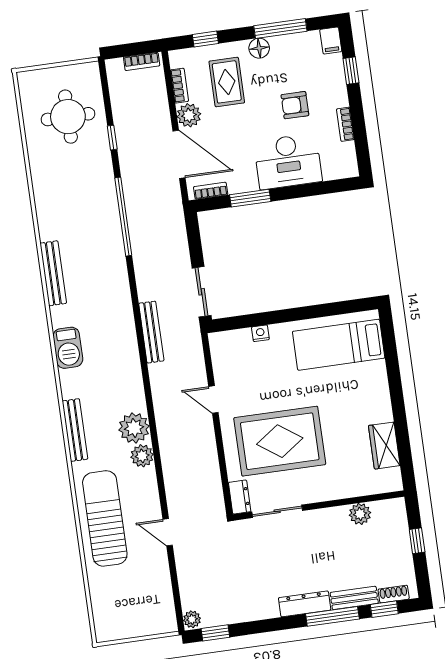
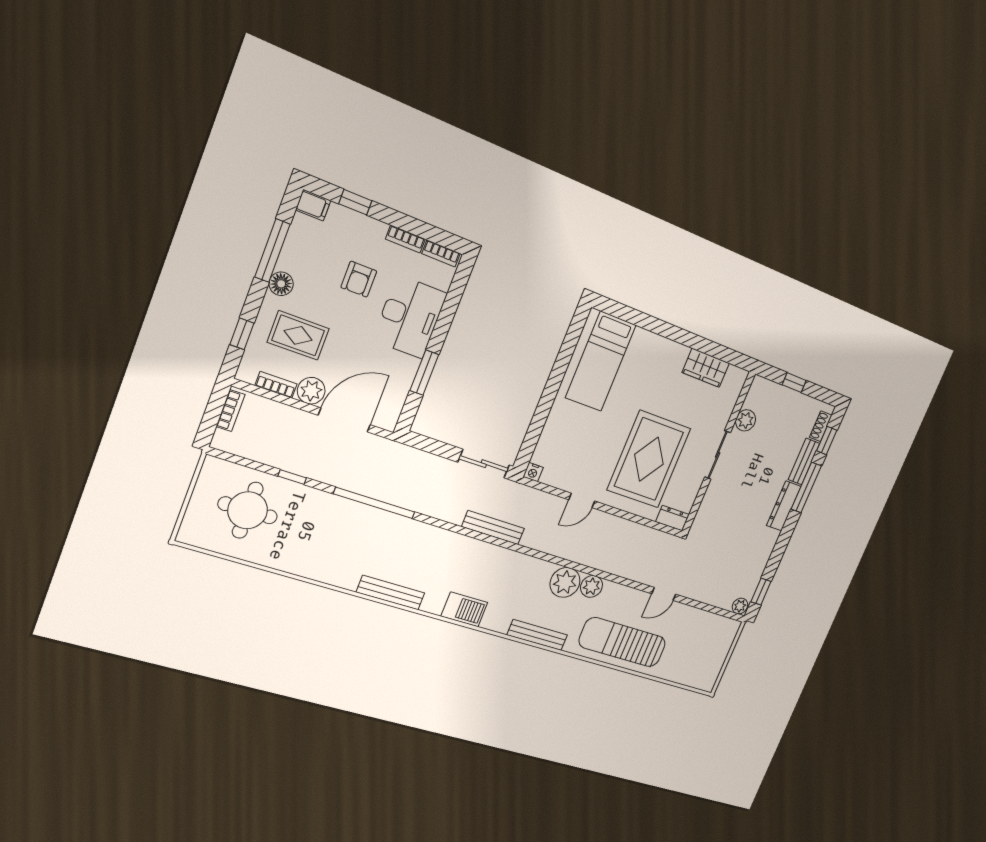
bookcase: (211, 191) -> (441, 253), moved, turned -90
nightstand: (260, 333) -> (533, 472), moved, turned -90
sliding door: (277, 511) -> (718, 455), moved

